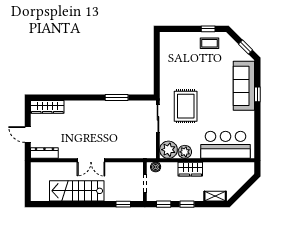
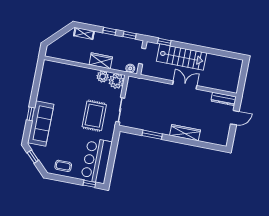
window: (208, 29) -> (89, 184), moved
wardrobe: (47, 107) -> (185, 133), moved
door: (28, 135) -> (235, 118), hinge flipped
bar counter: (226, 145) -> (96, 161), moved, turned 90
stairs: (77, 191) -> (182, 57), moved

